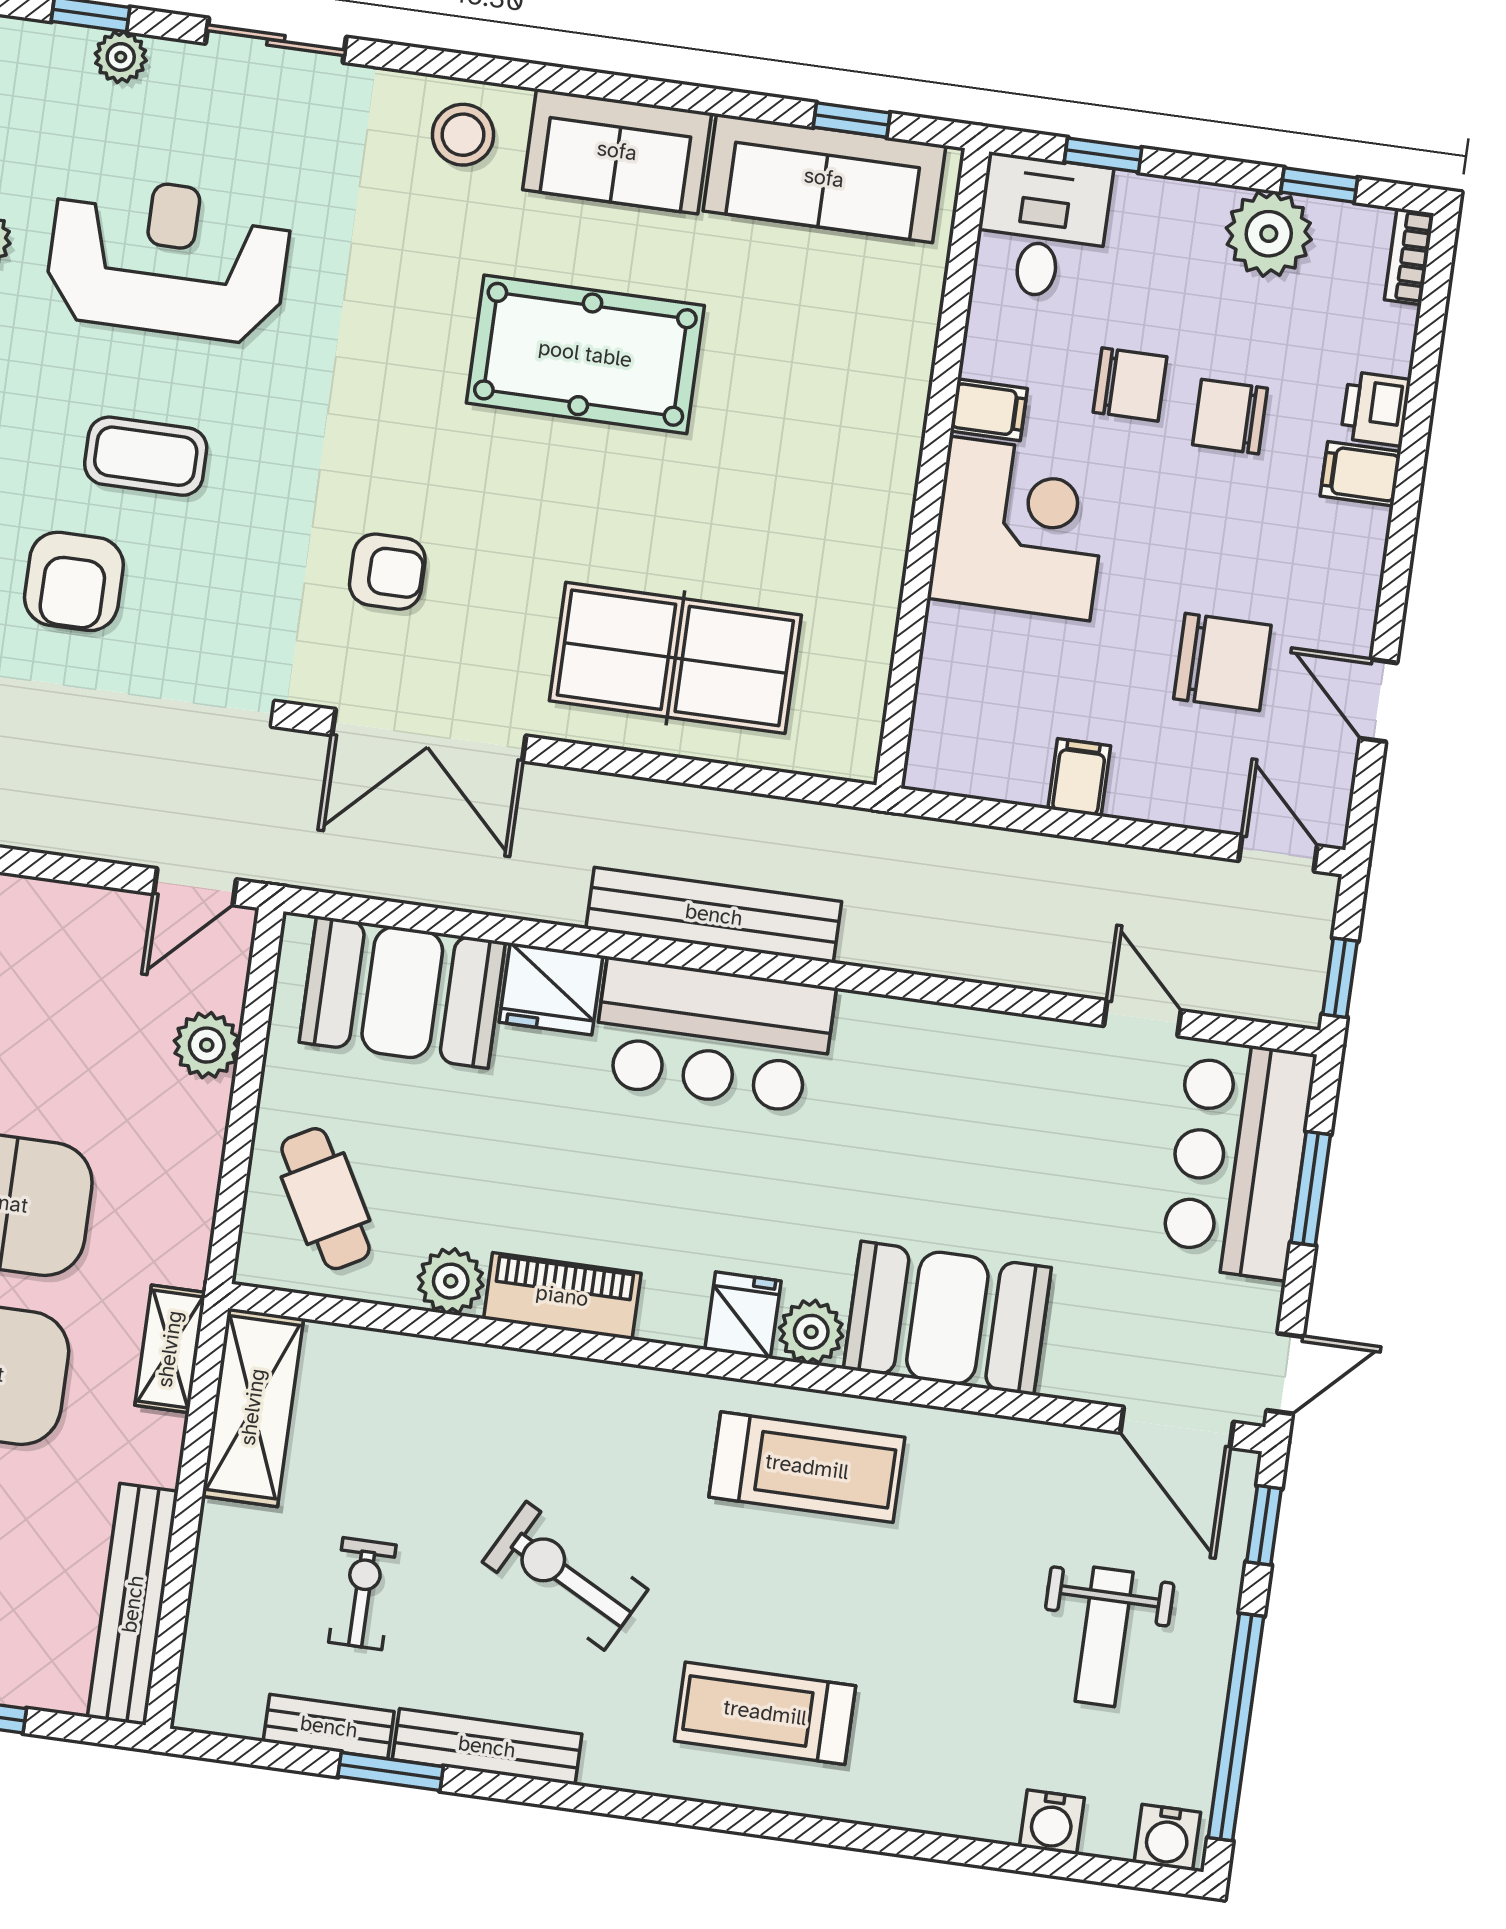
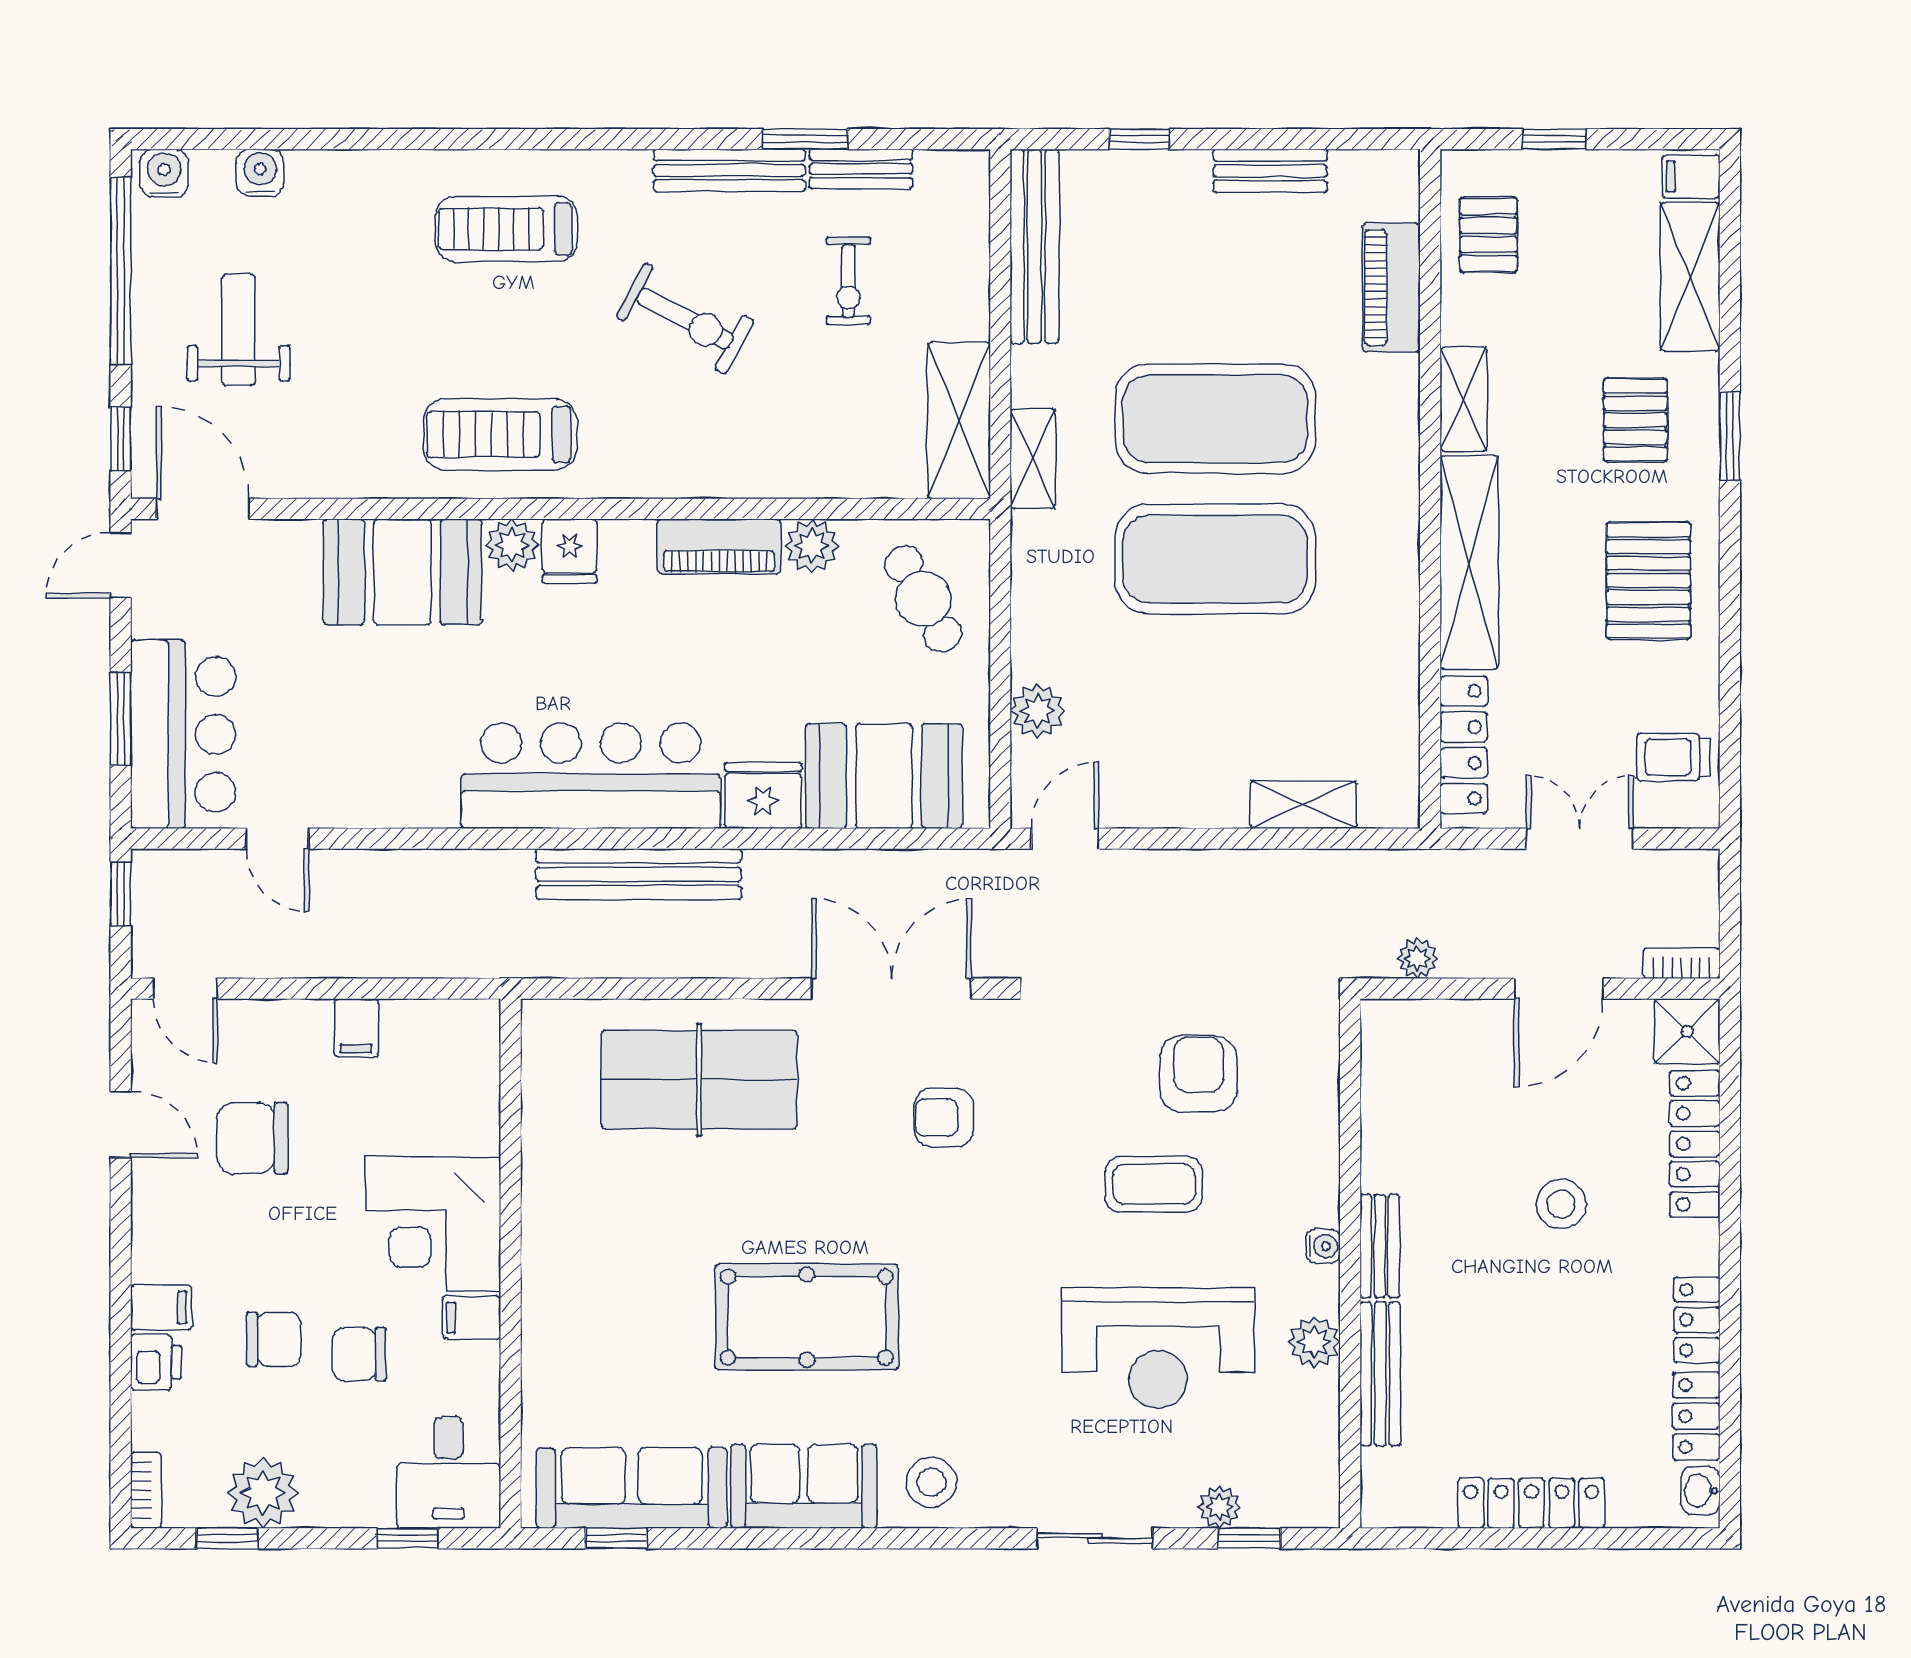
bar counter: (713, 1036) -> (591, 776), width x1.36
treadmill: (765, 1713) -> (506, 229), turned 180

